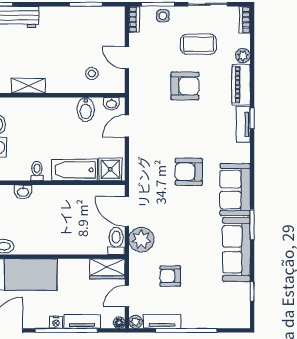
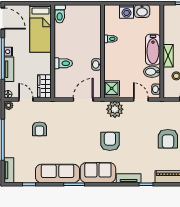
shelving: (28, 86) -> (168, 56), moved
tv unit: (243, 124) -> (129, 178), moved
bathtub: (75, 170) -> (153, 50), moved, turned 180
washbasin: (23, 192) -> (96, 64), moved
plant: (141, 240) -> (115, 109), moved
toilet: (116, 241) -> (63, 63), moved
armchair: (170, 276) -> (40, 129), turned 180
tv unit: (162, 321) -> (9, 170), moved

